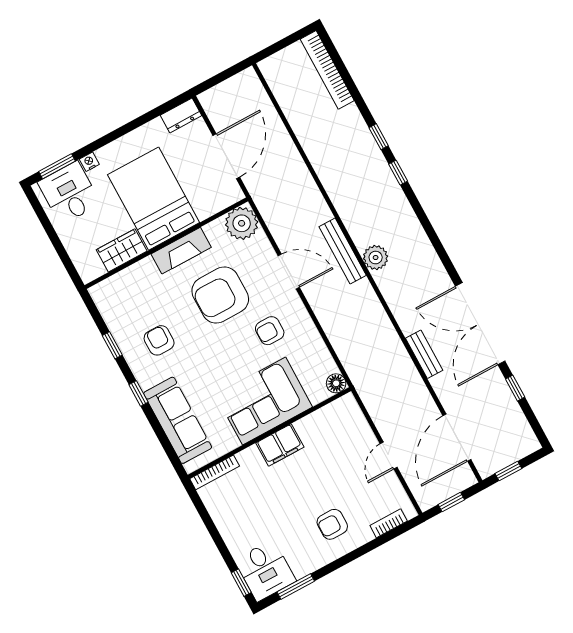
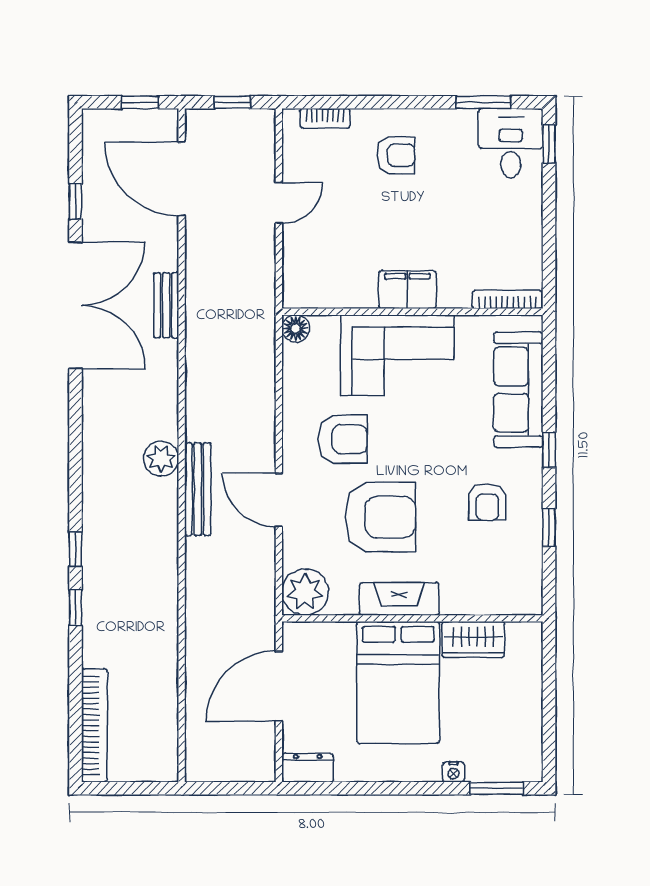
desk: (69, 193) -> (500, 747), removed
armchair: (270, 331) -> (343, 439), width x1.38, depth x1.38
door: (457, 438) -> (182, 179), swing flipped

